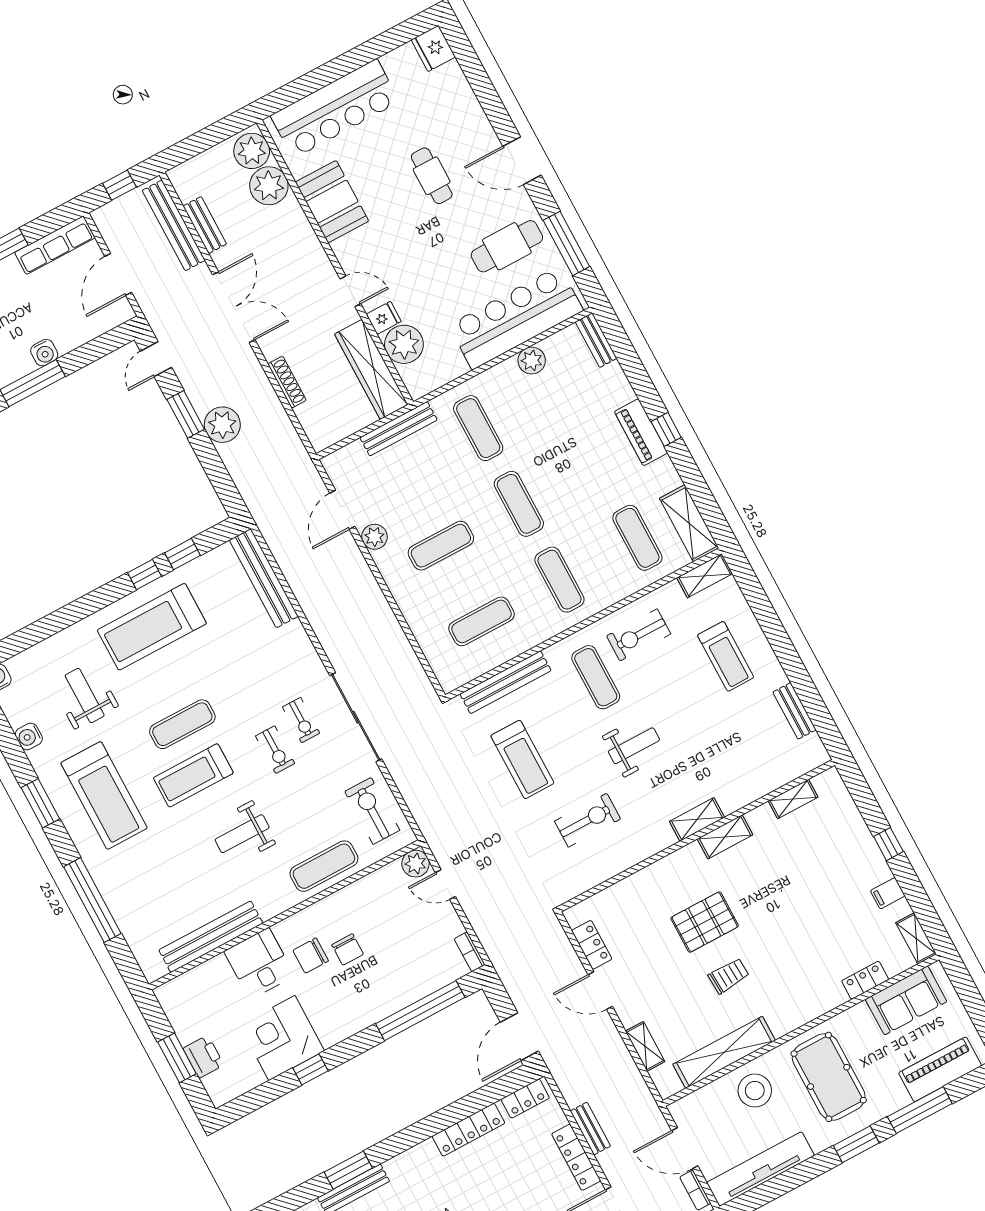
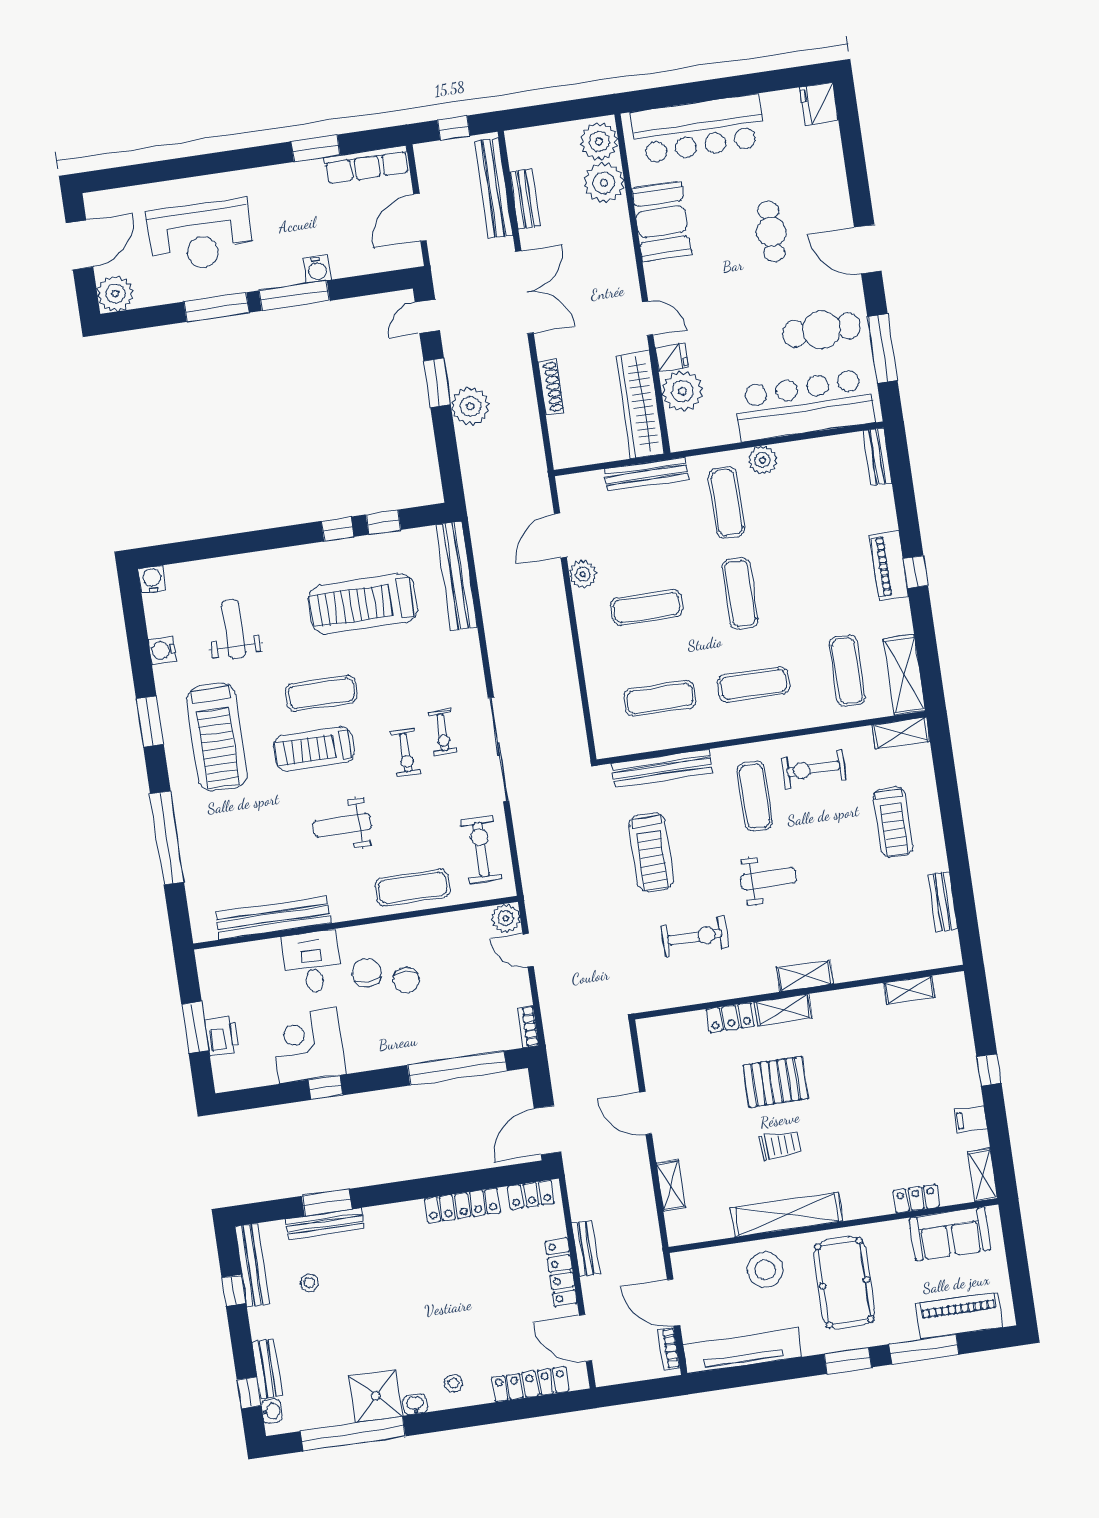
plant: (532, 361) -> (763, 460), moved
exercise mat: (559, 580) -> (754, 685), turned 90
treadmill: (152, 627) -> (363, 604), moved
shelving: (725, 837) -> (783, 1010), moved
locker: (592, 945) -> (730, 1018), moved, turned 90
chair: (311, 956) -> (367, 973), turned 90
shelving: (724, 1052) -> (787, 1214), moved

